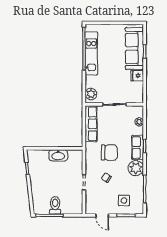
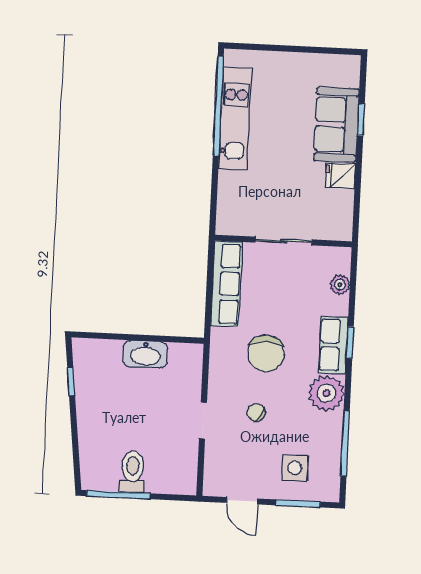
sofa: (134, 48) -> (336, 125), width x0.73
plant: (91, 94) -> (230, 214), removed
chair: (109, 152) -> (266, 353), turned 90

